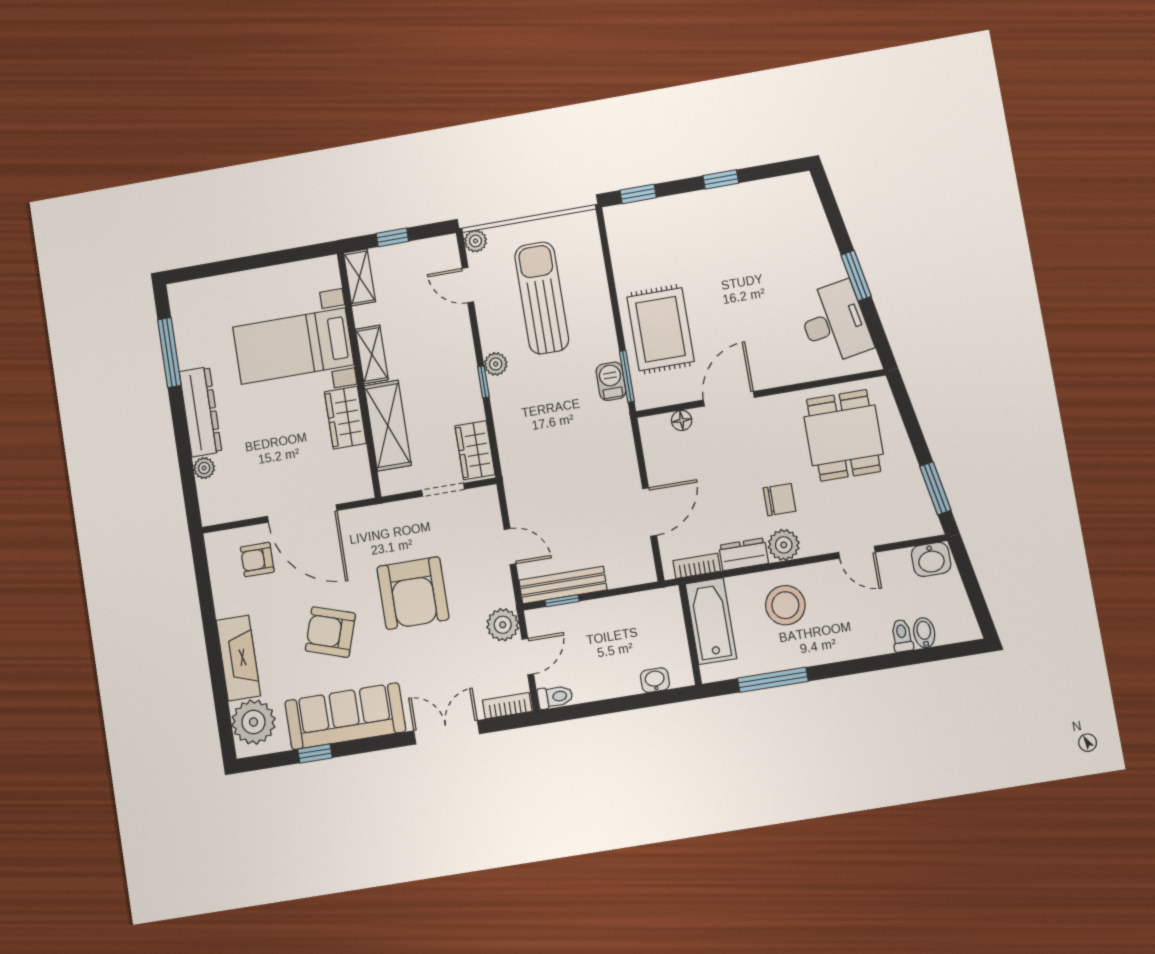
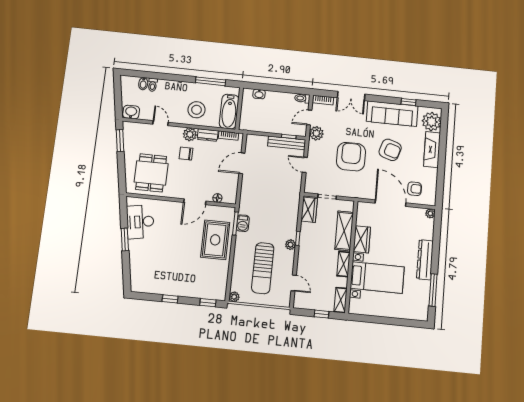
plant: (476, 241) -> (234, 297), moved
plant: (204, 468) -> (430, 213), moved

